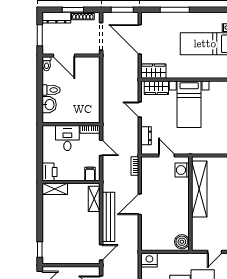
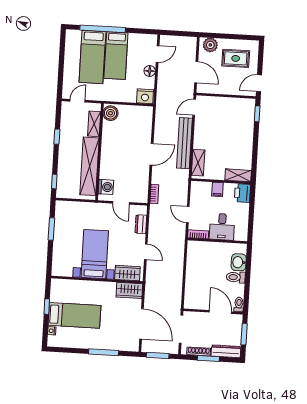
filing cabinet: (90, 174) -> (217, 189), moved
shelving: (197, 230) -> (94, 124), added

